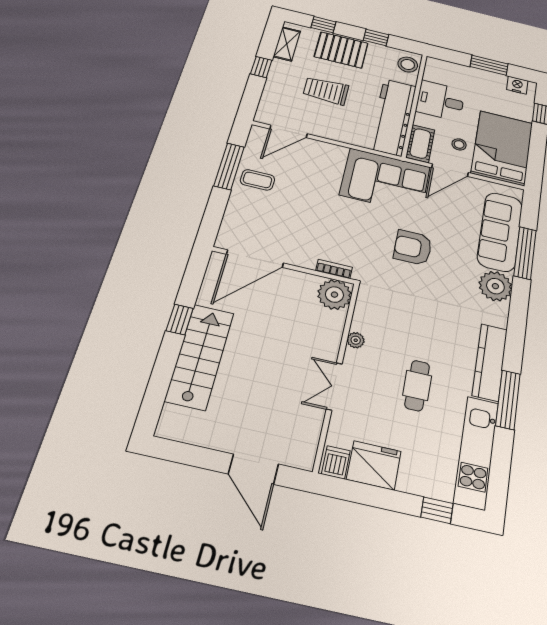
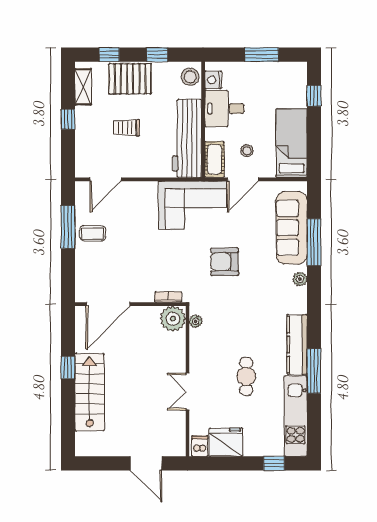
nightstand: (517, 85) -> (213, 80), moved, turned -90
trolley: (326, 91) -> (127, 128), width x0.73, depth x0.72
bed: (502, 148) -> (292, 143), width x0.67
plant: (495, 286) -> (300, 279), width x0.53, depth x0.53
plant: (356, 340) -> (196, 321), moved

